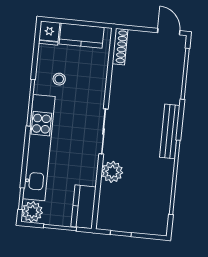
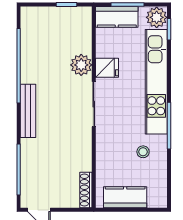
fridge: (49, 33) -> (107, 68), moved, turned 90
kitchen counter: (84, 207) -> (117, 17), moved, turned 90

